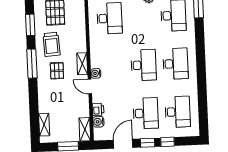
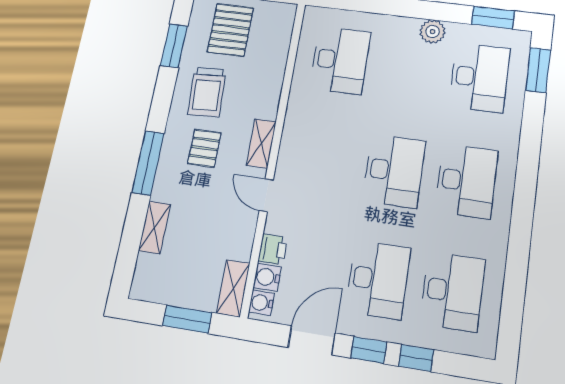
window: (32, 64) -> (148, 163), moved
water cooler: (96, 73) -> (261, 303), moved
shelving: (44, 125) -> (155, 227), moved

